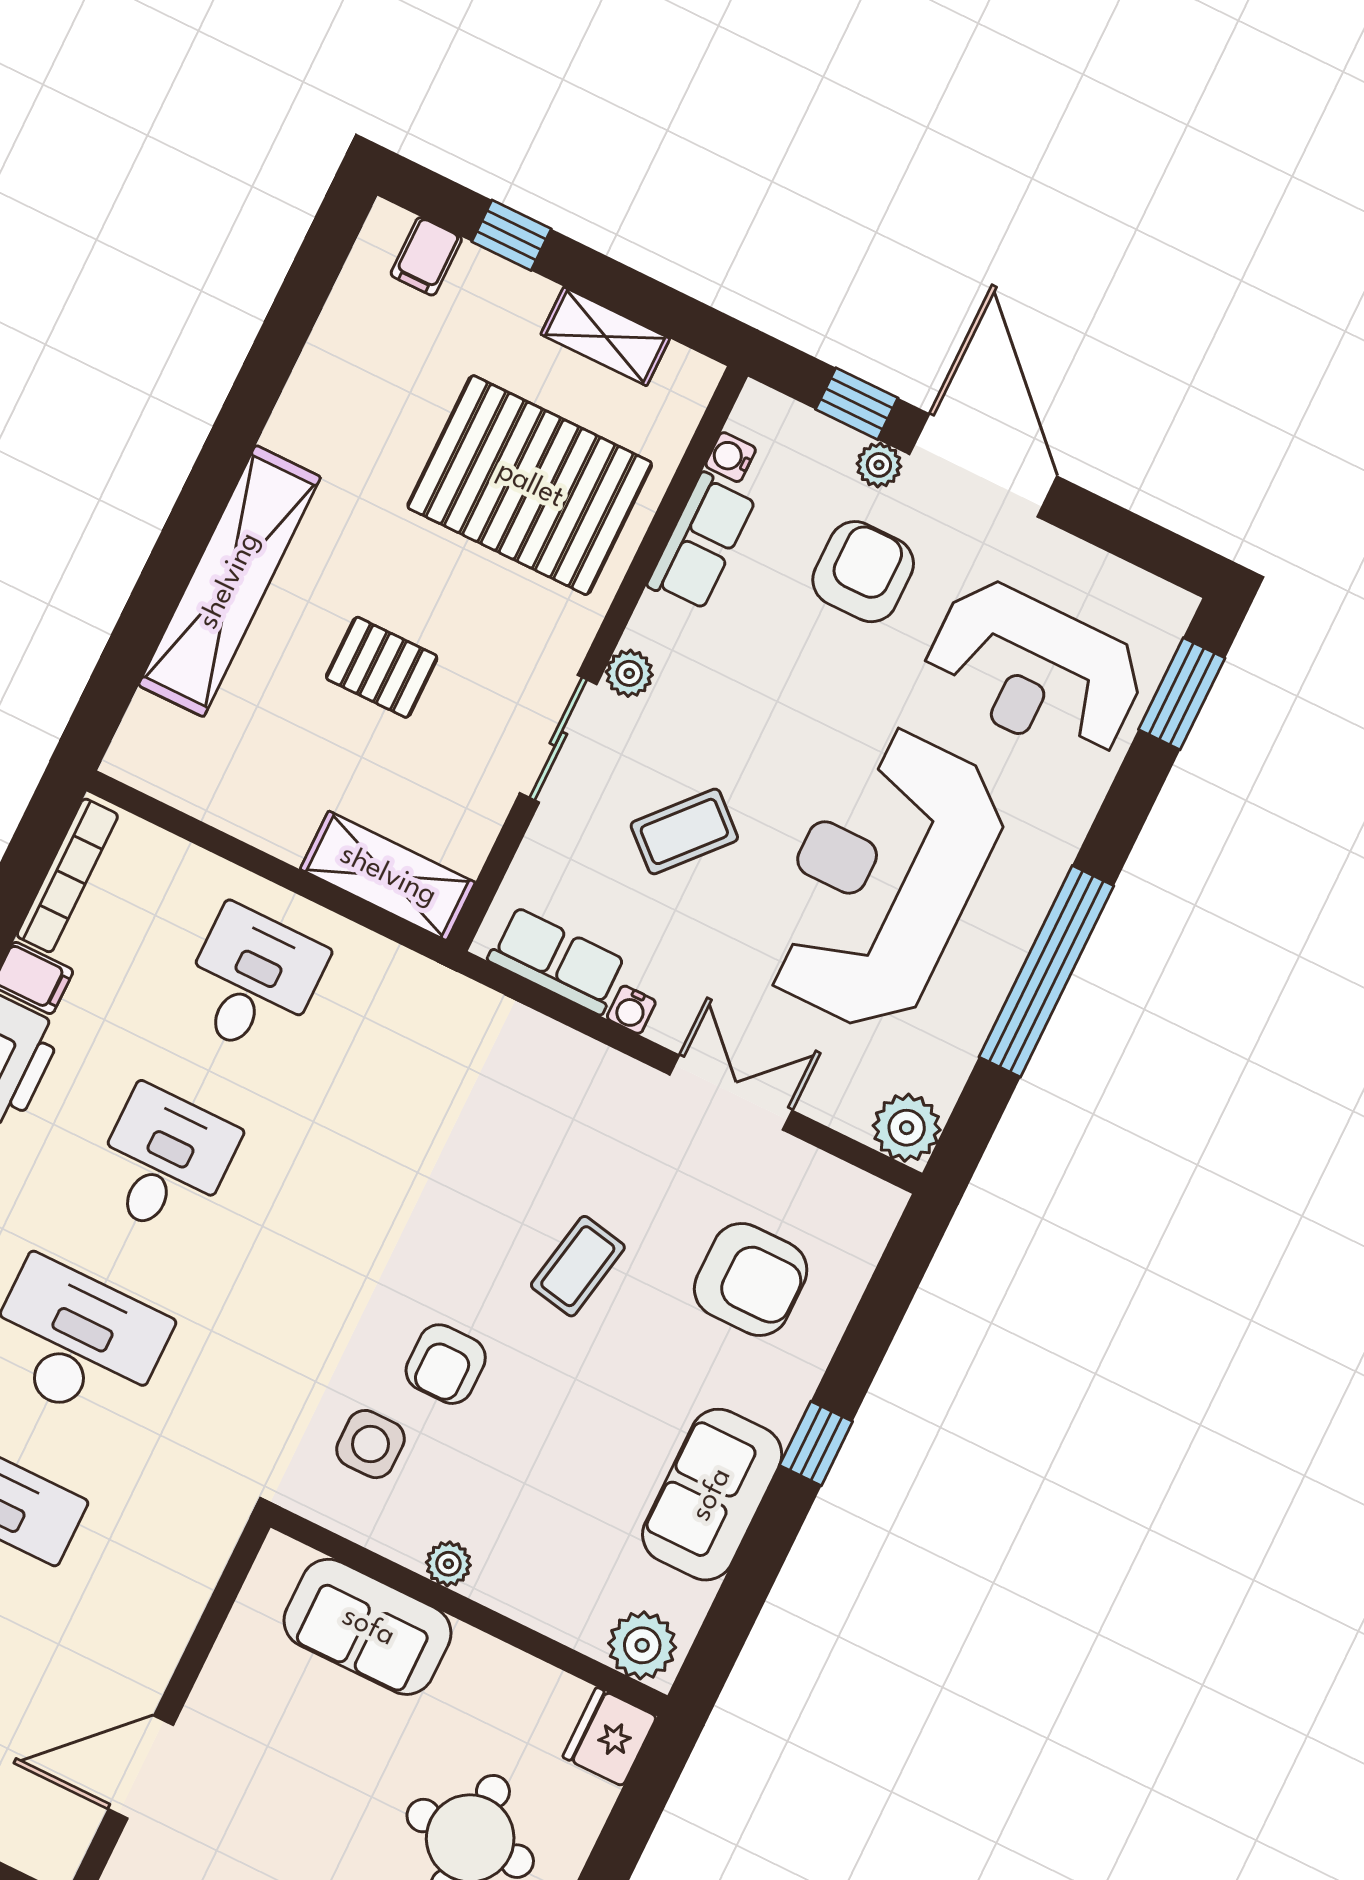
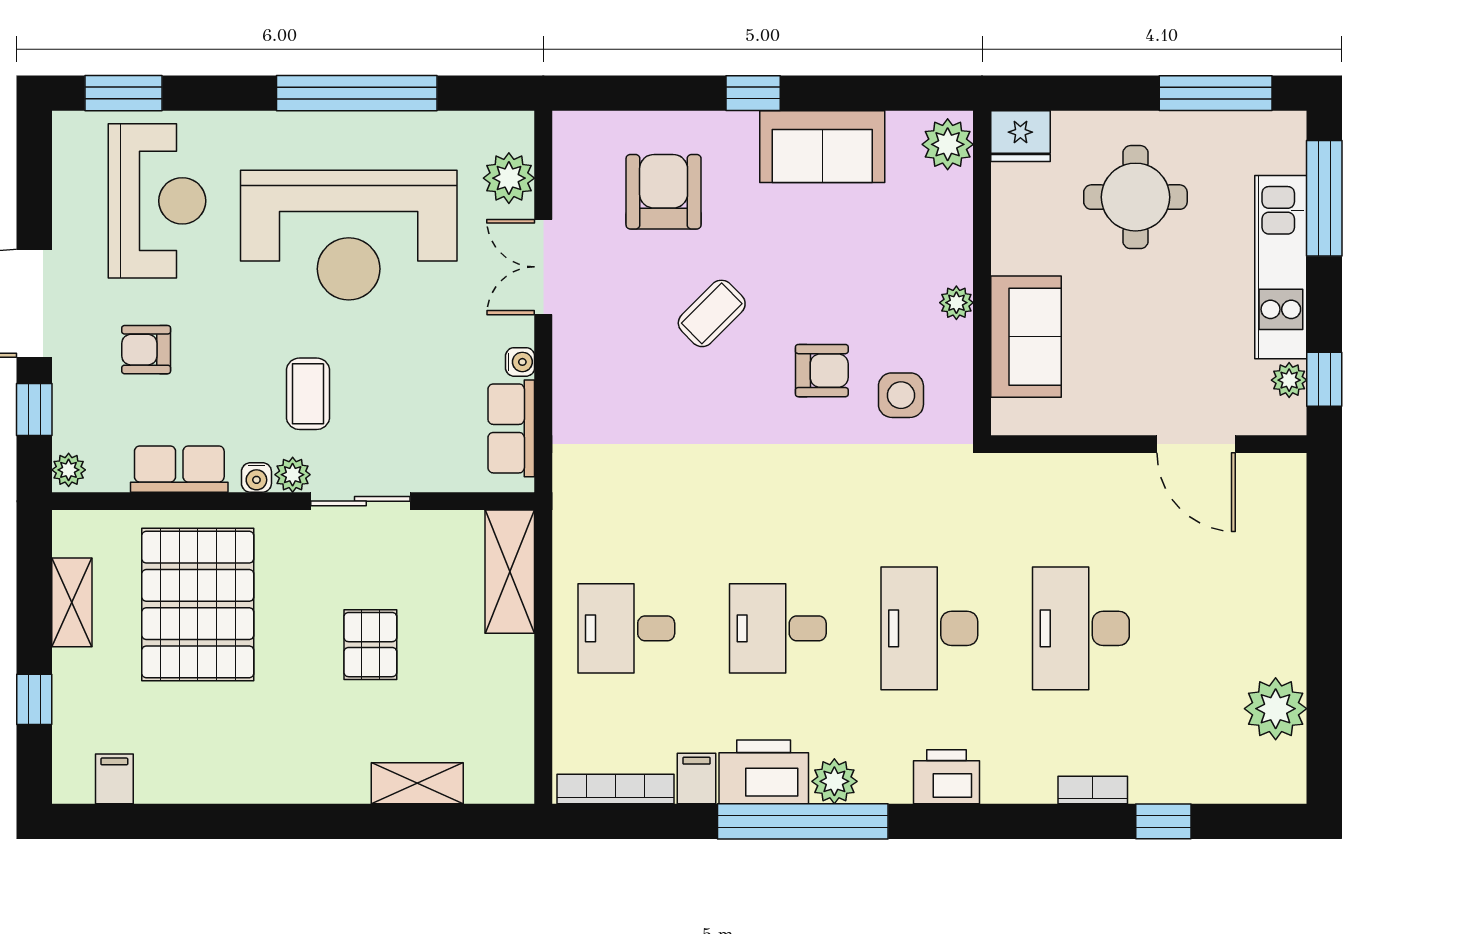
filing cabinet: (426, 256) -> (114, 779), moved, turned -90
water cooler: (731, 457) -> (256, 477), moved
plant: (879, 465) -> (69, 470), moved
armchair: (863, 572) -> (146, 350), width x0.72, depth x0.72
shelving: (230, 581) -> (417, 783), width x0.45, depth x0.75
coffee table: (684, 831) -> (308, 394), moved, turned 48
plant: (907, 1128) -> (509, 178), moved
coffee table: (578, 1266) -> (712, 313), turned -56

